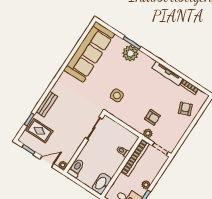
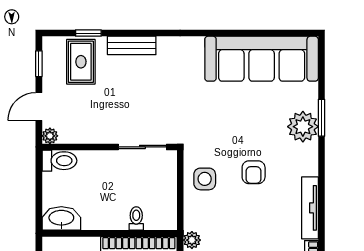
side table: (117, 95) -> (205, 179), moved
armchair: (152, 117) -> (254, 172), moved
door: (47, 162) -> (39, 106), swing flipped

